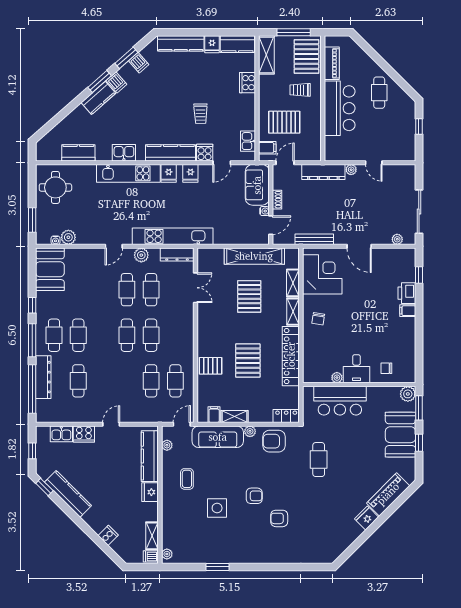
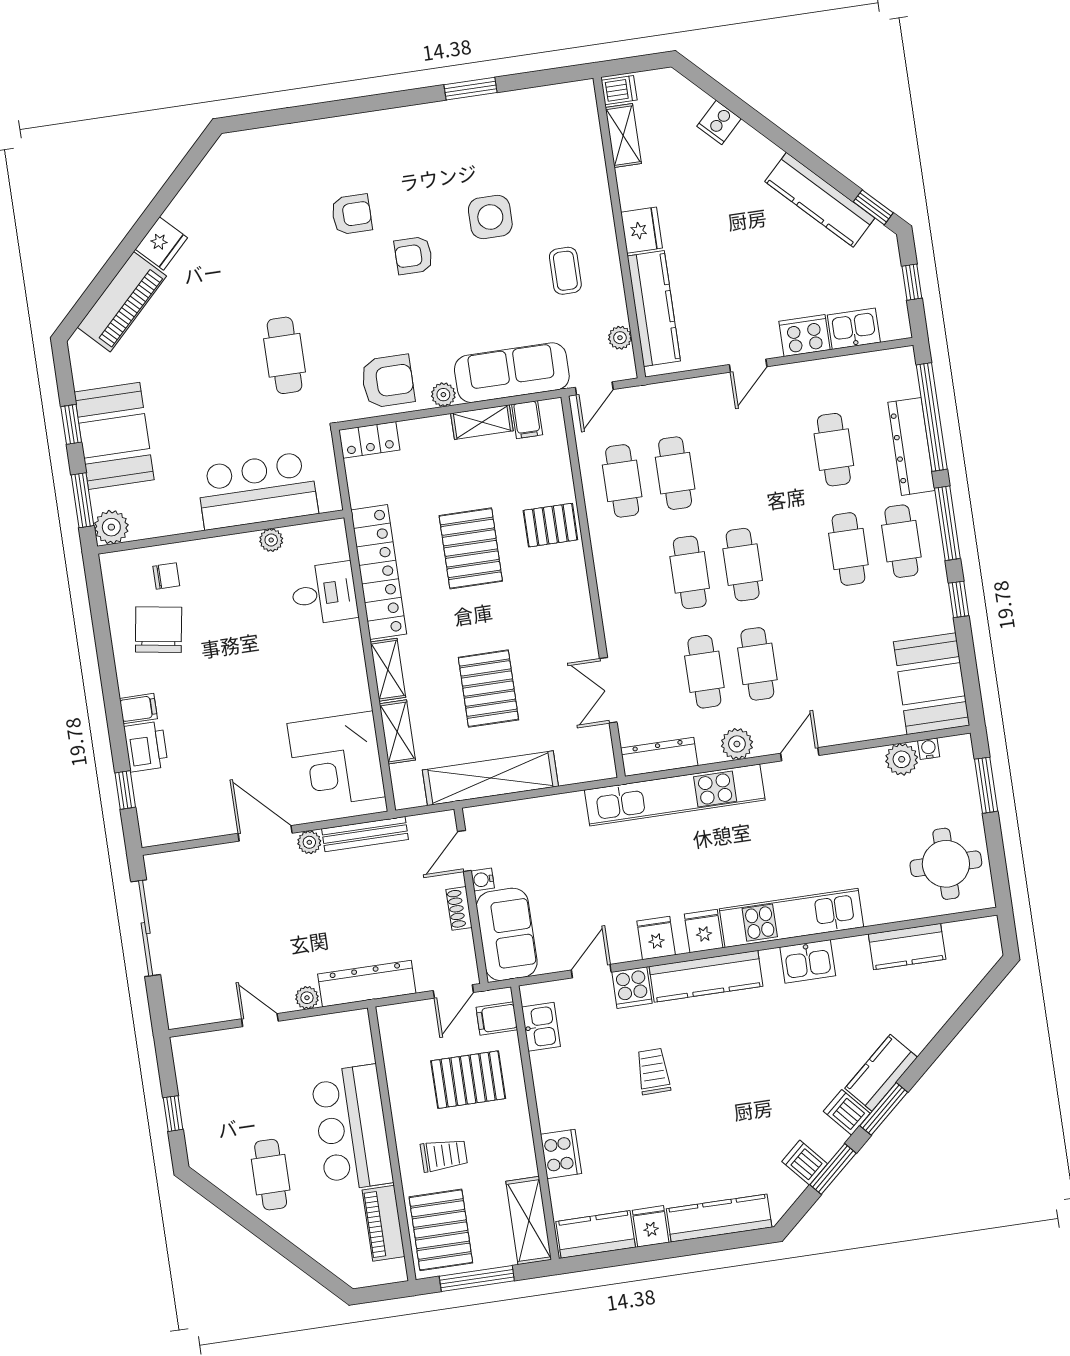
plant: (397, 239) -> (309, 842), moved
chair: (318, 319) -> (159, 630), moved, width x1.87, depth x1.87
desk: (356, 369) -> (324, 593), moved, turned 90
plant: (167, 554) -> (585, 101), removed

